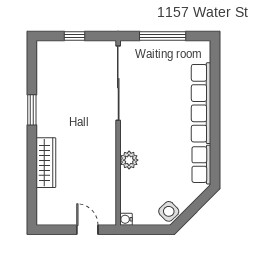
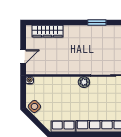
plant: (129, 160) -> (84, 82), moved
wardrobe: (46, 163) -> (47, 31), moved

